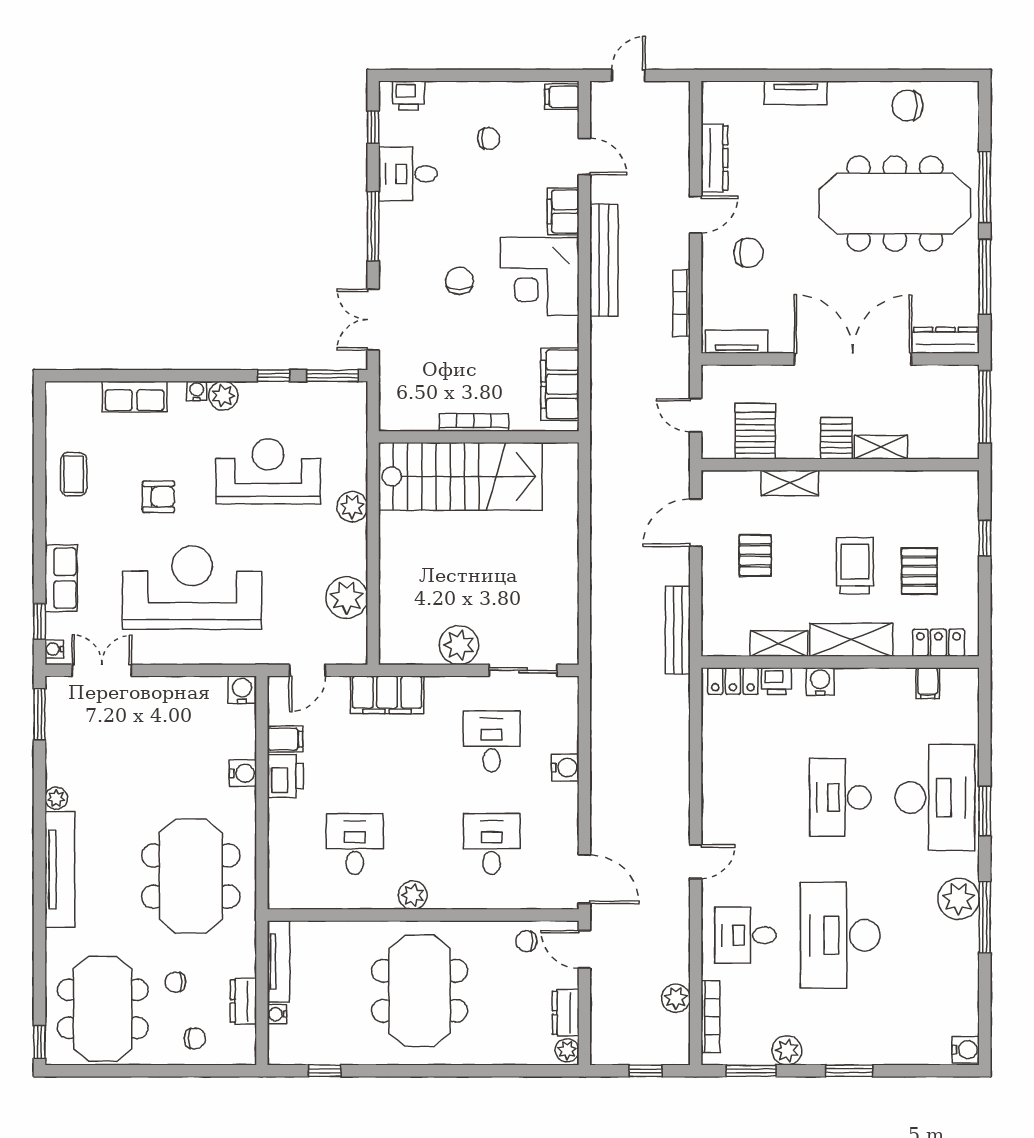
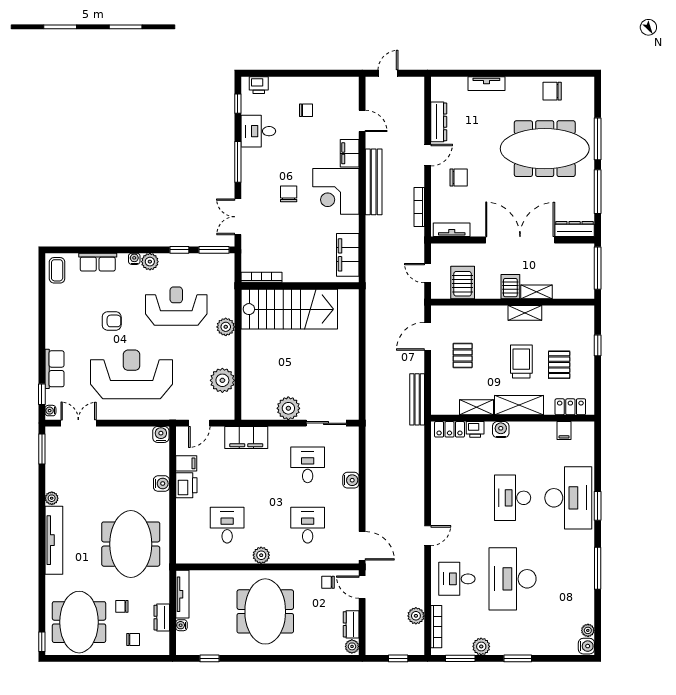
filing cabinet: (562, 97) -> (349, 86), removed
bookcase: (474, 422) -> (262, 277), moved
coffee table: (74, 474) -> (57, 270), moved
shelving: (790, 483) -> (525, 313), moved
plant: (959, 899) -> (588, 630), moved, width x0.53, depth x0.53

